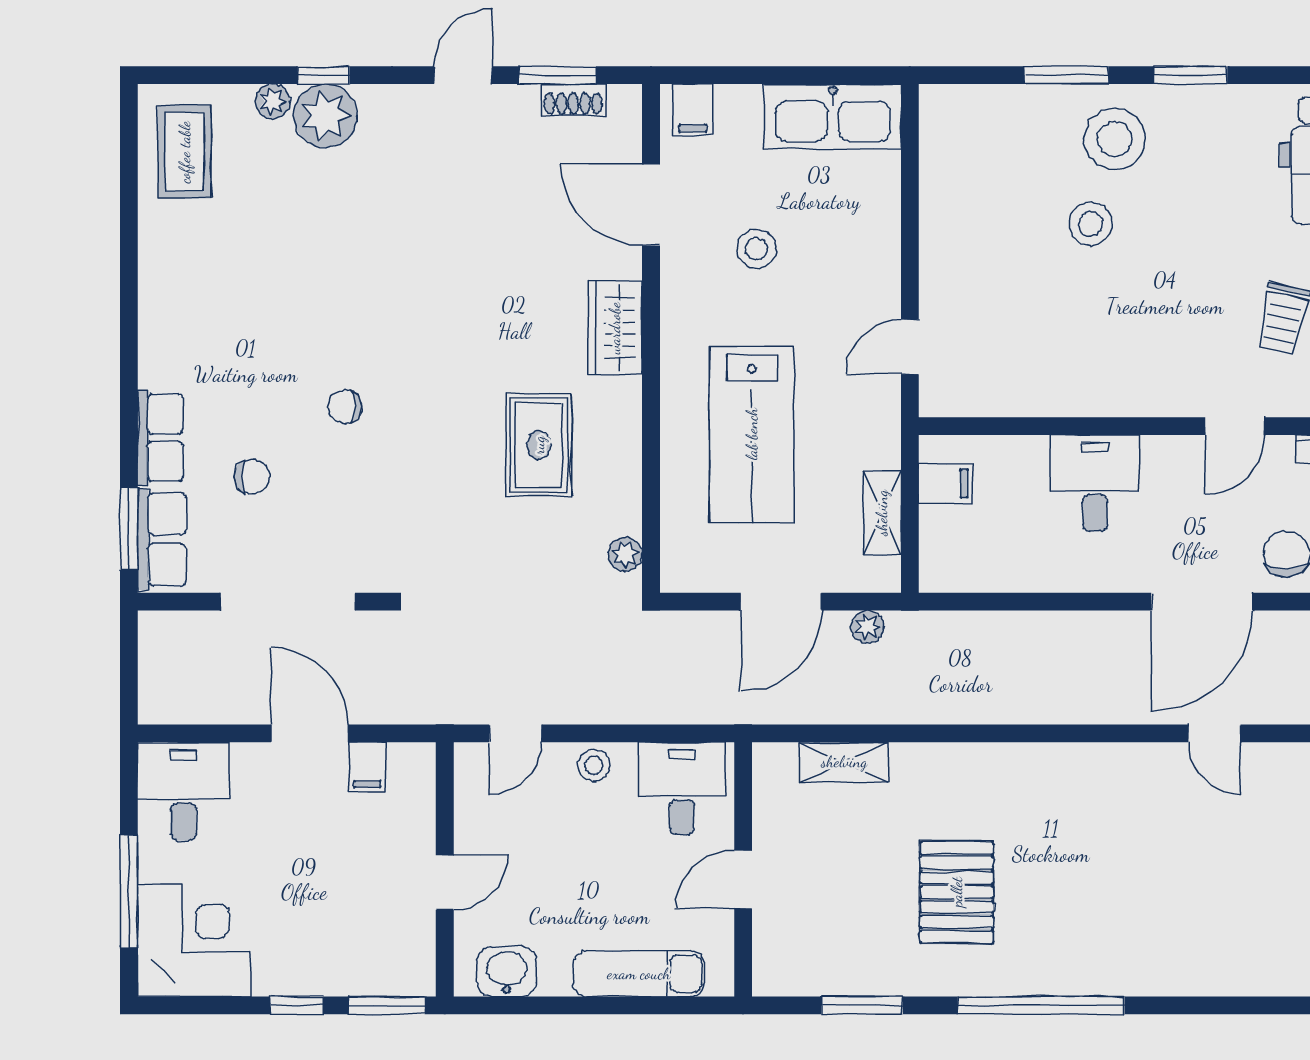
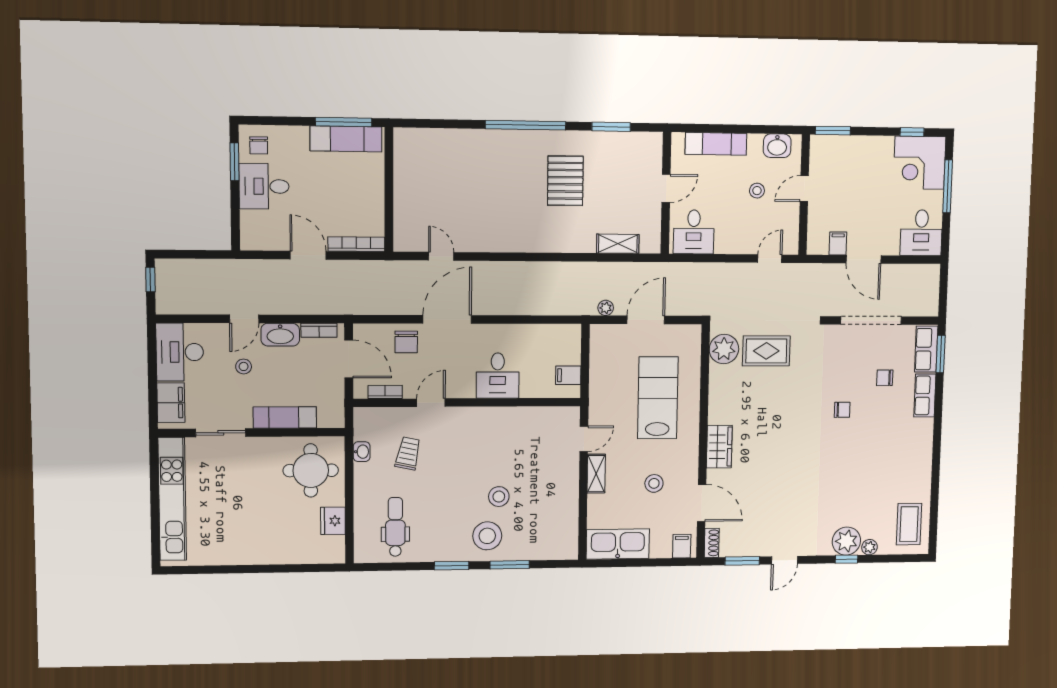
shoe rack: (573, 100) -> (712, 543), moved, turned 90
rug: (539, 445) -> (766, 351), moved, turned 90
shelving: (882, 513) -> (596, 474), moved
plant: (625, 554) -> (724, 349), width x1.87, depth x1.87
stool: (594, 765) -> (757, 191), moved
window: (297, 1005) -> (912, 132), moved

